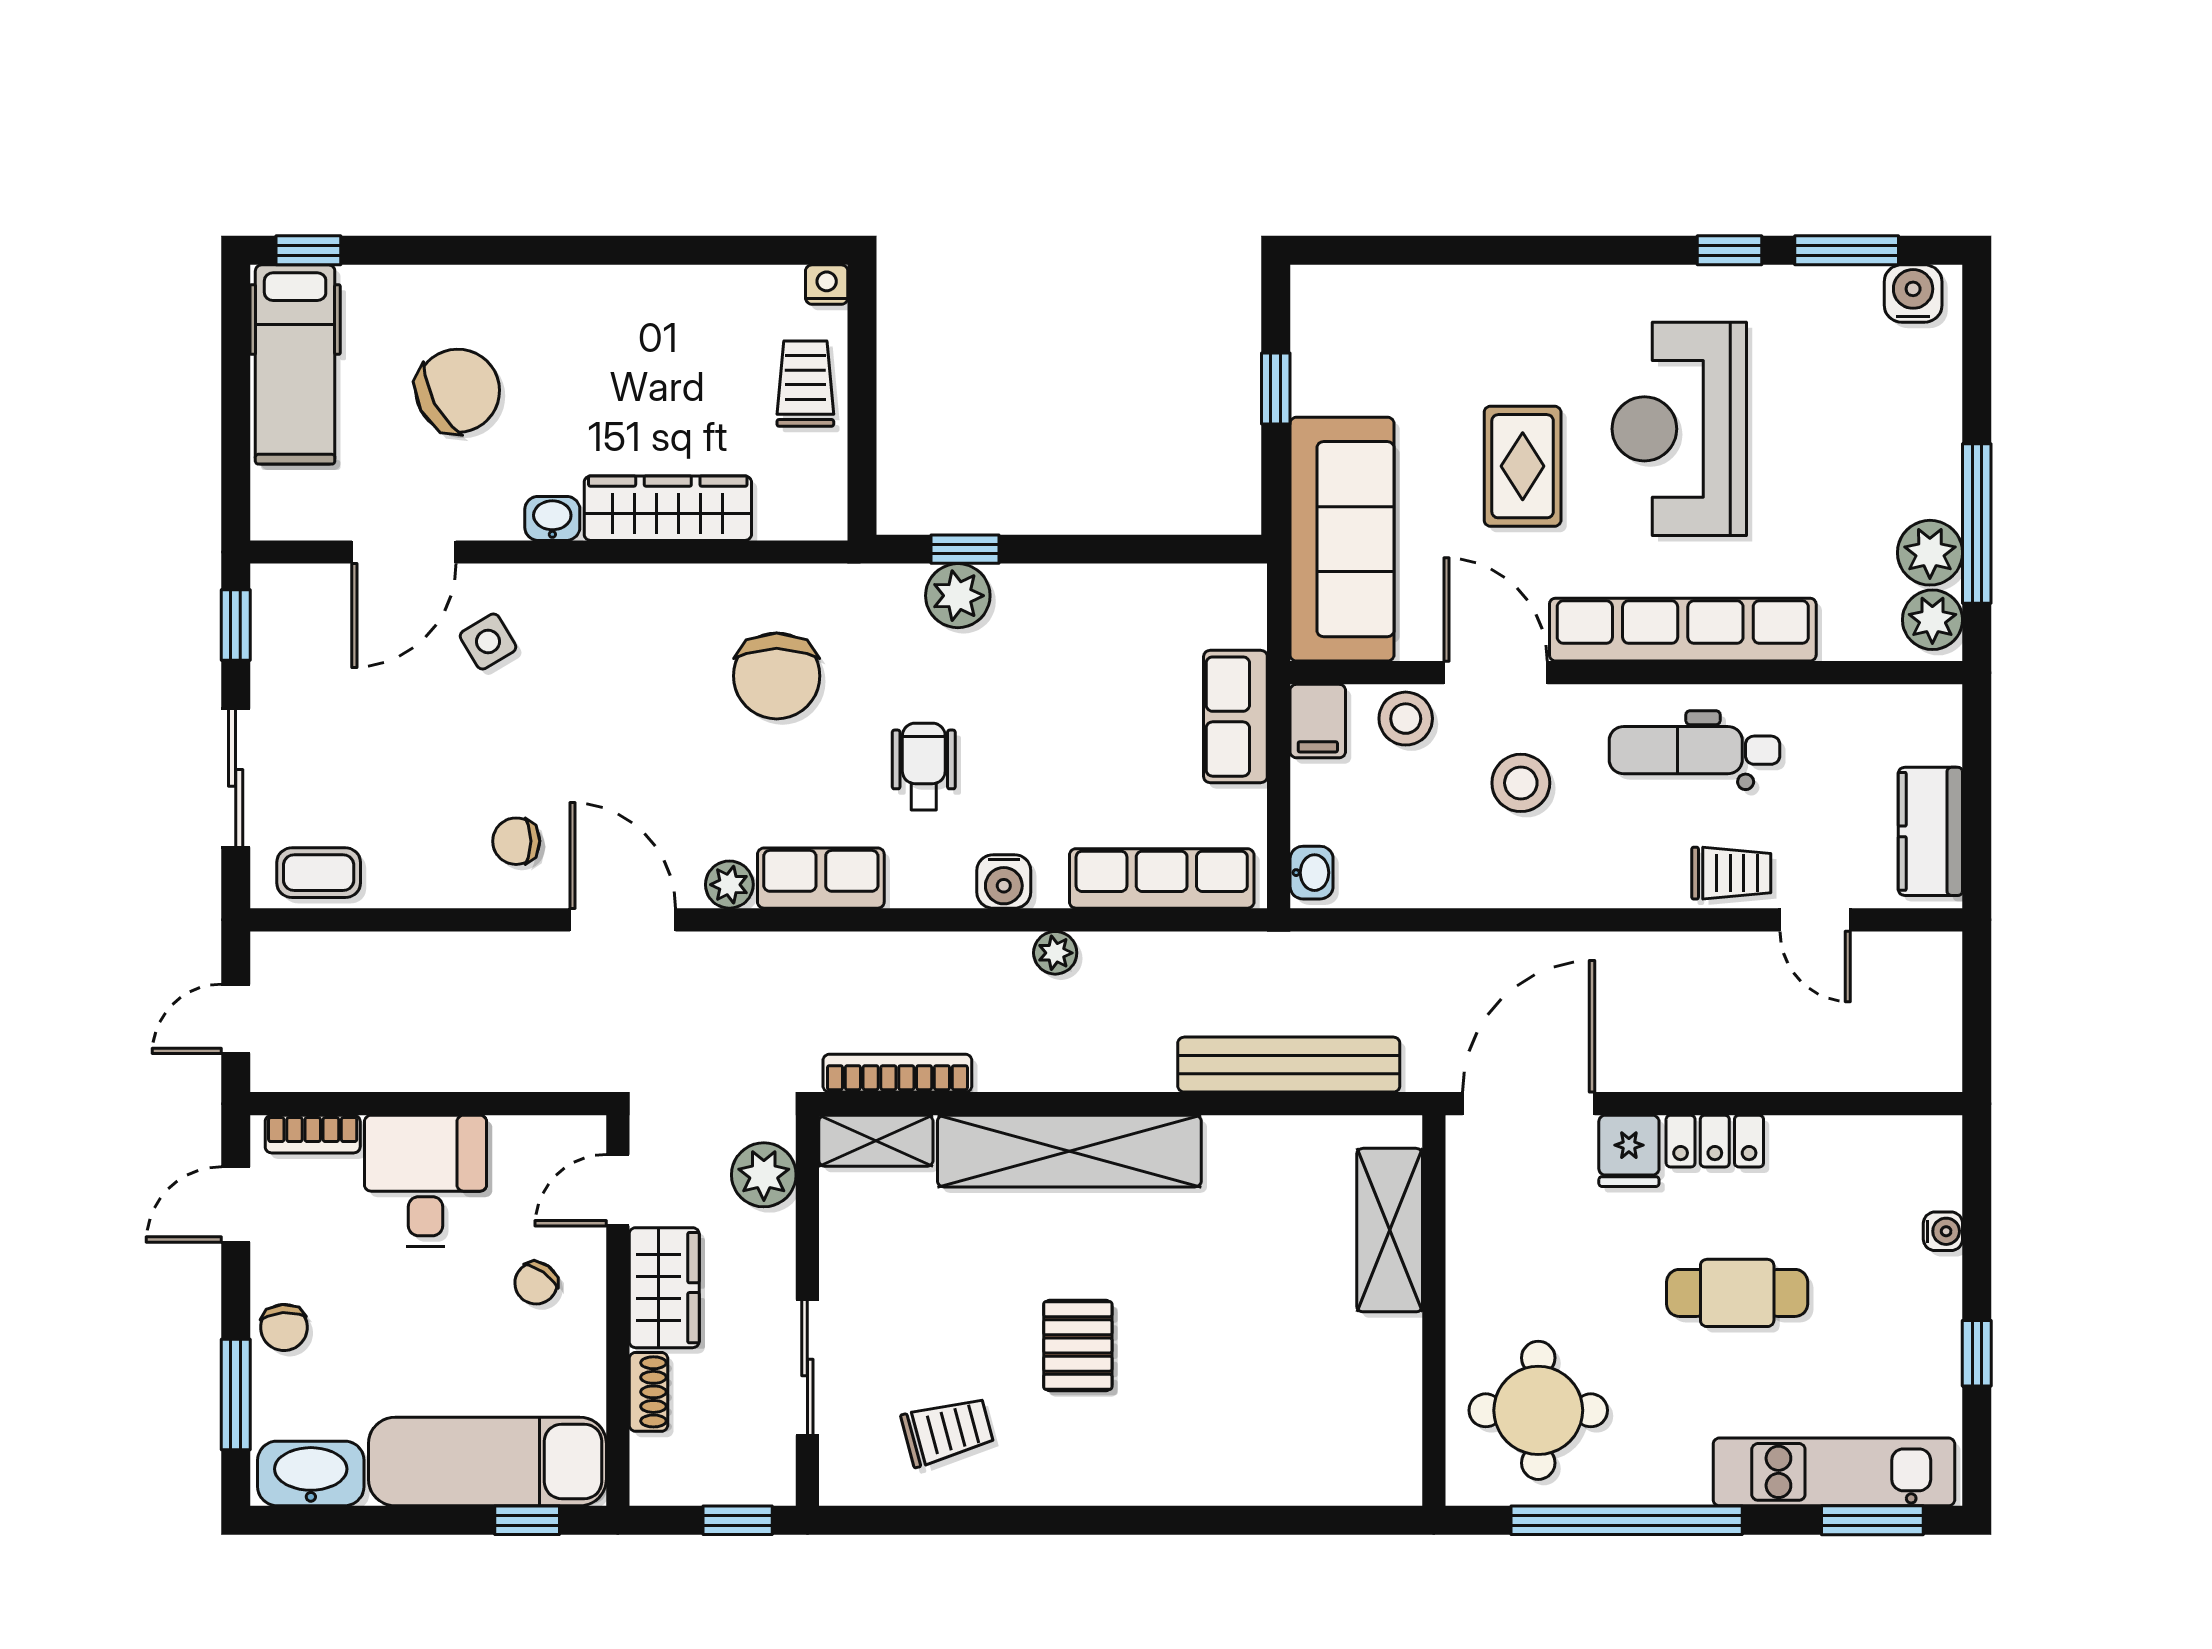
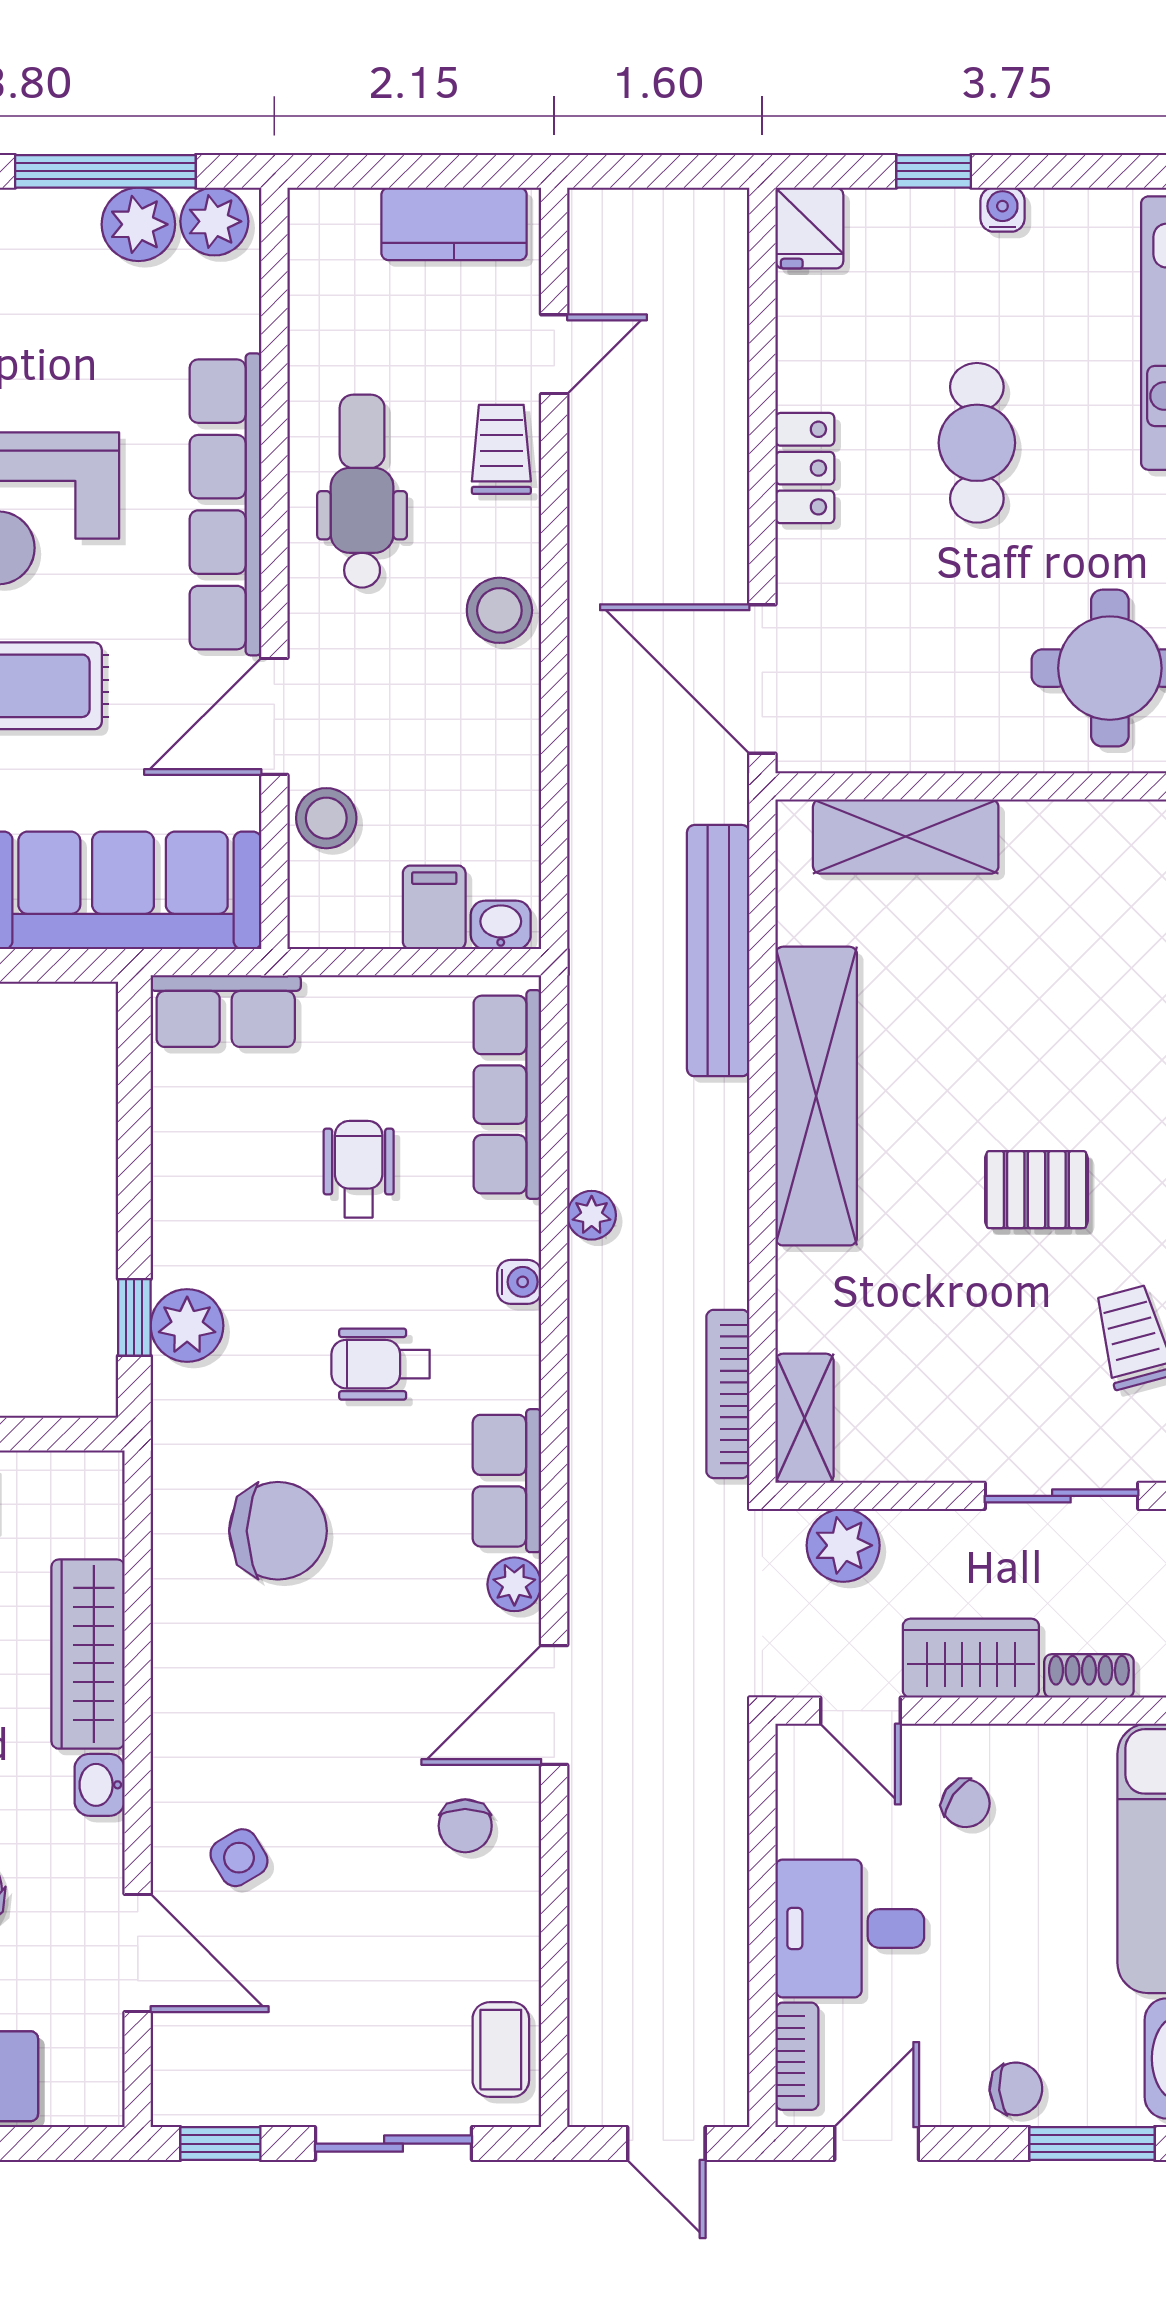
row of seats: (1235, 717) -> (226, 1011), moved
filing cabinet: (1318, 721) -> (434, 907), moved, turned -90
wheelchair: (1096, 747) -> (359, 1169), added
dental chair: (1694, 750) -> (362, 491), turned 180
stool: (1521, 783) -> (499, 610), moved
water cooler: (1004, 881) -> (519, 1282), width x0.72, depth x0.72
shelving: (1069, 1151) -> (816, 1096), moved
fridge: (1629, 1151) -> (809, 228), moved, turned 90
door: (236, 1204) -> (877, 2144), swing flipped
water cooler: (1943, 1231) -> (1002, 210), moved
window: (1977, 1353) -> (934, 171), moved

